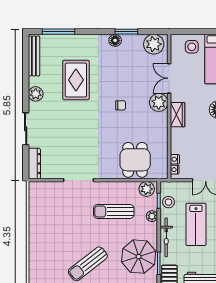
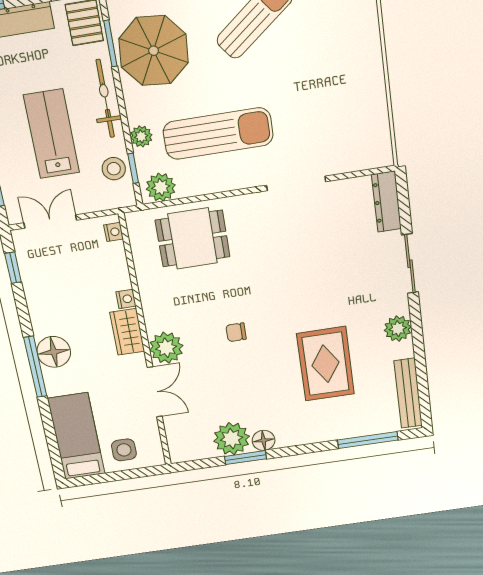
plant: (154, 44) -> (232, 439), moved
nightstand: (175, 159) -> (126, 299), moved
dining table: (135, 160) -> (193, 238), turned 90
sun lounger: (114, 211) -> (218, 134), width x1.36, depth x1.34

